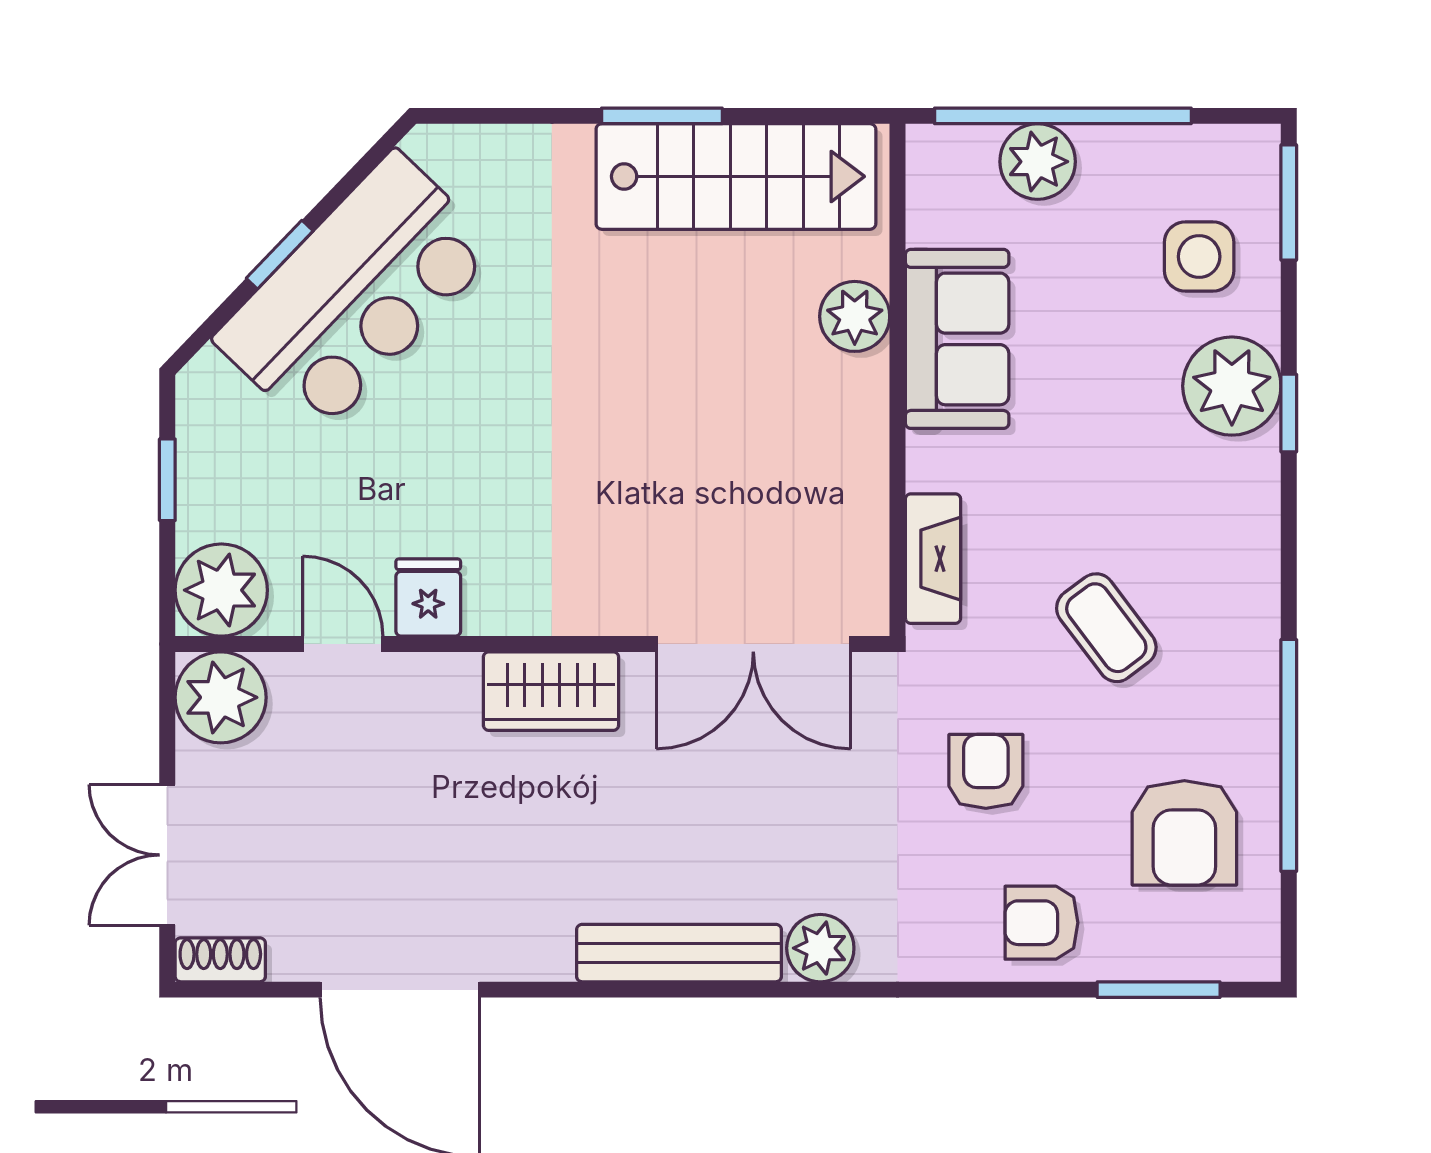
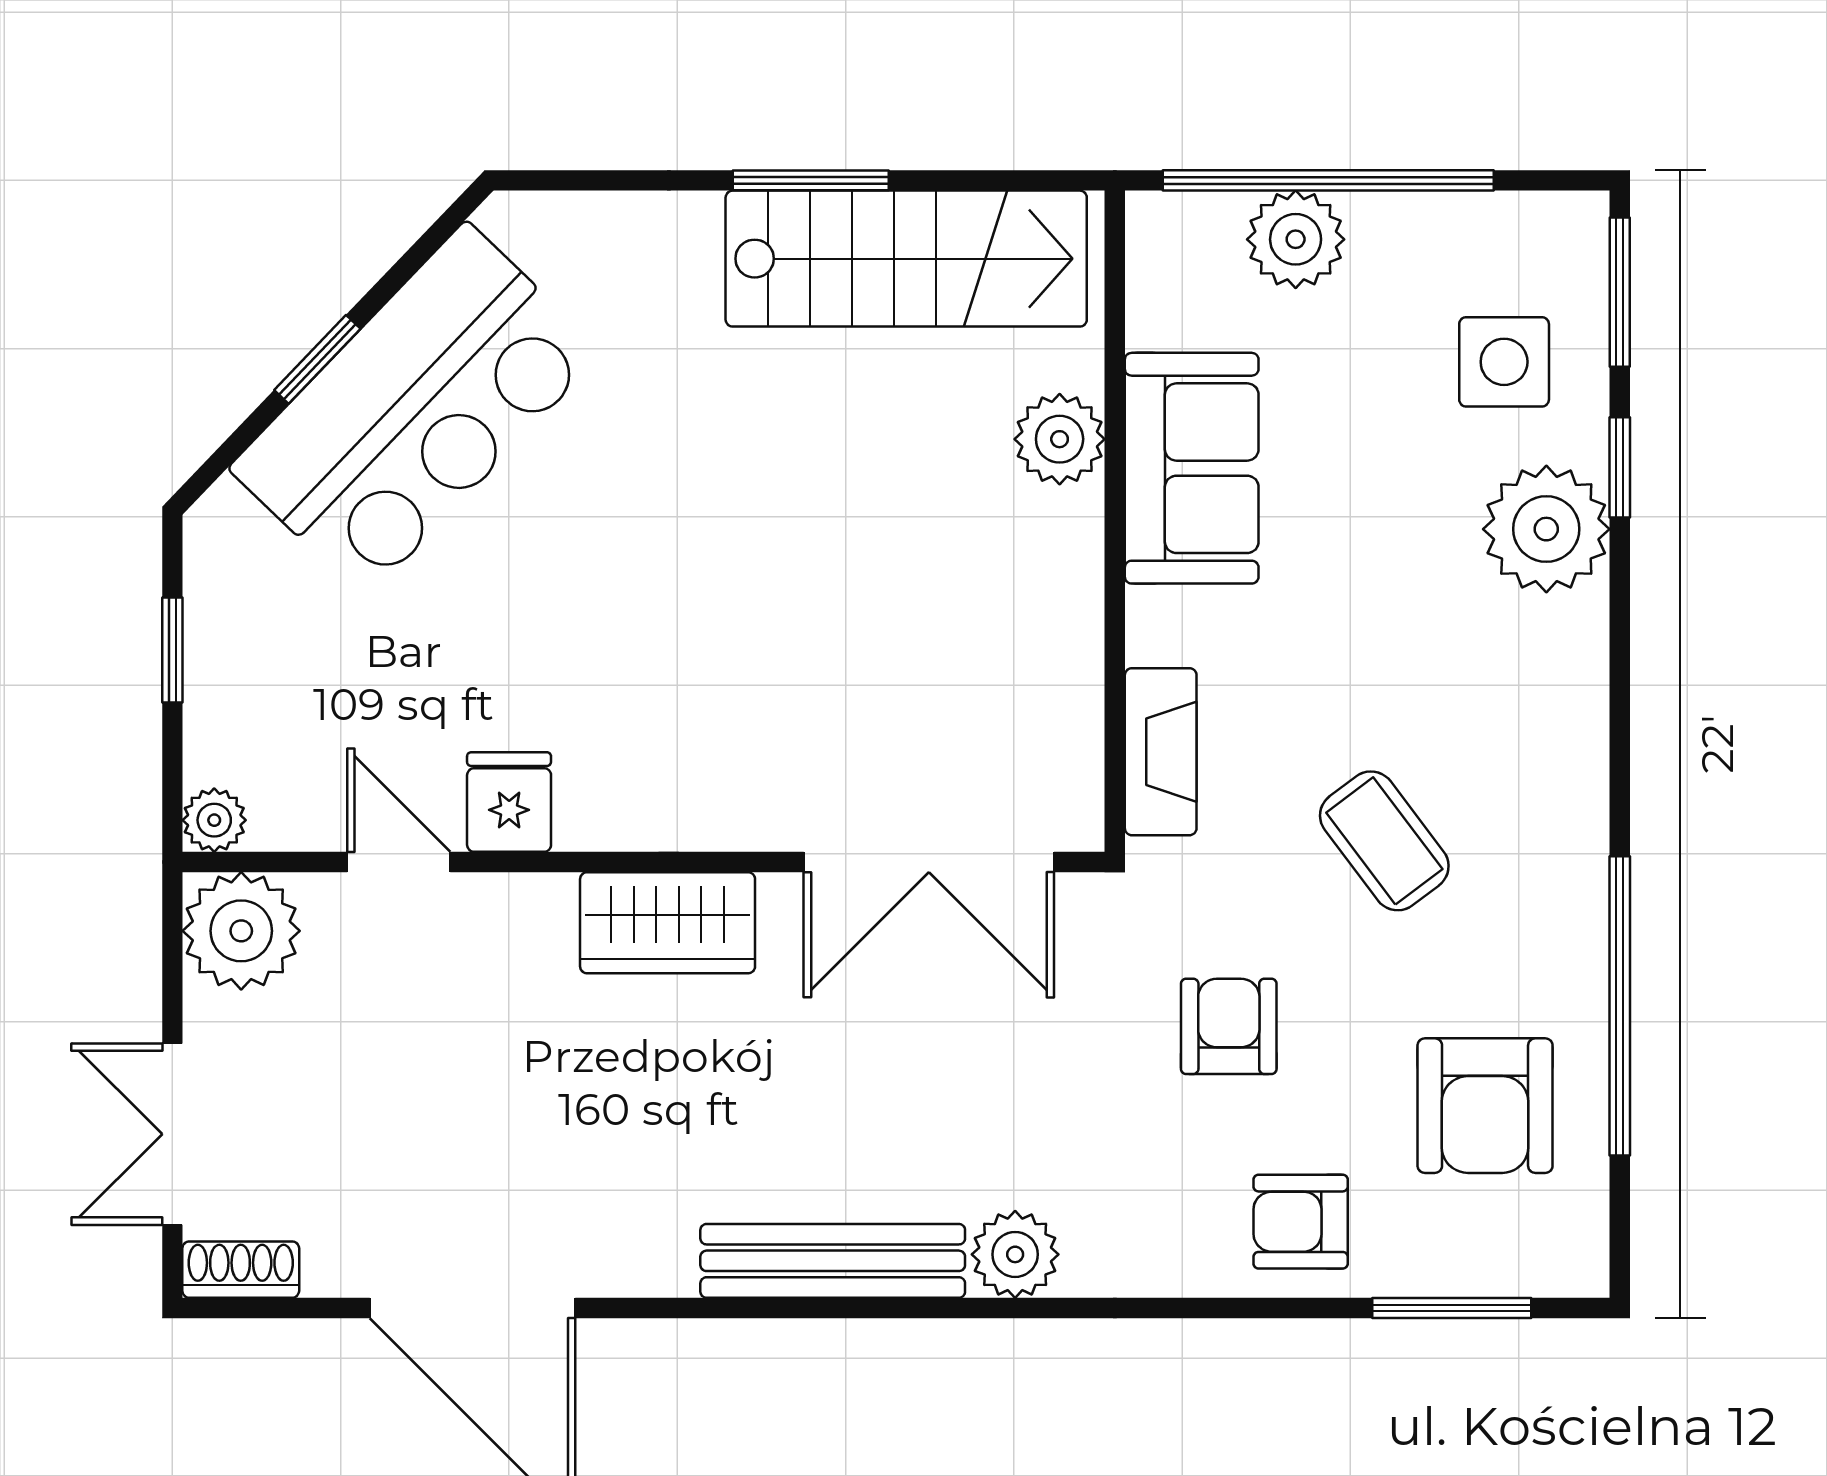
window: (1289, 413) -> (1620, 467), moved
plant: (221, 590) -> (214, 820), width x0.53, depth x0.53

